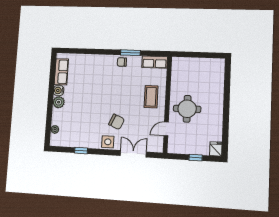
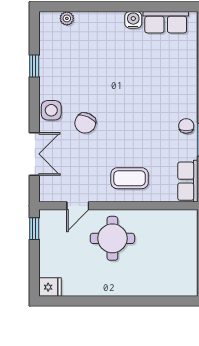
plant: (59, 102) -> (113, 21), removed
door: (166, 129) -> (78, 206), swing flipped
window: (196, 158) -> (34, 229), moved

